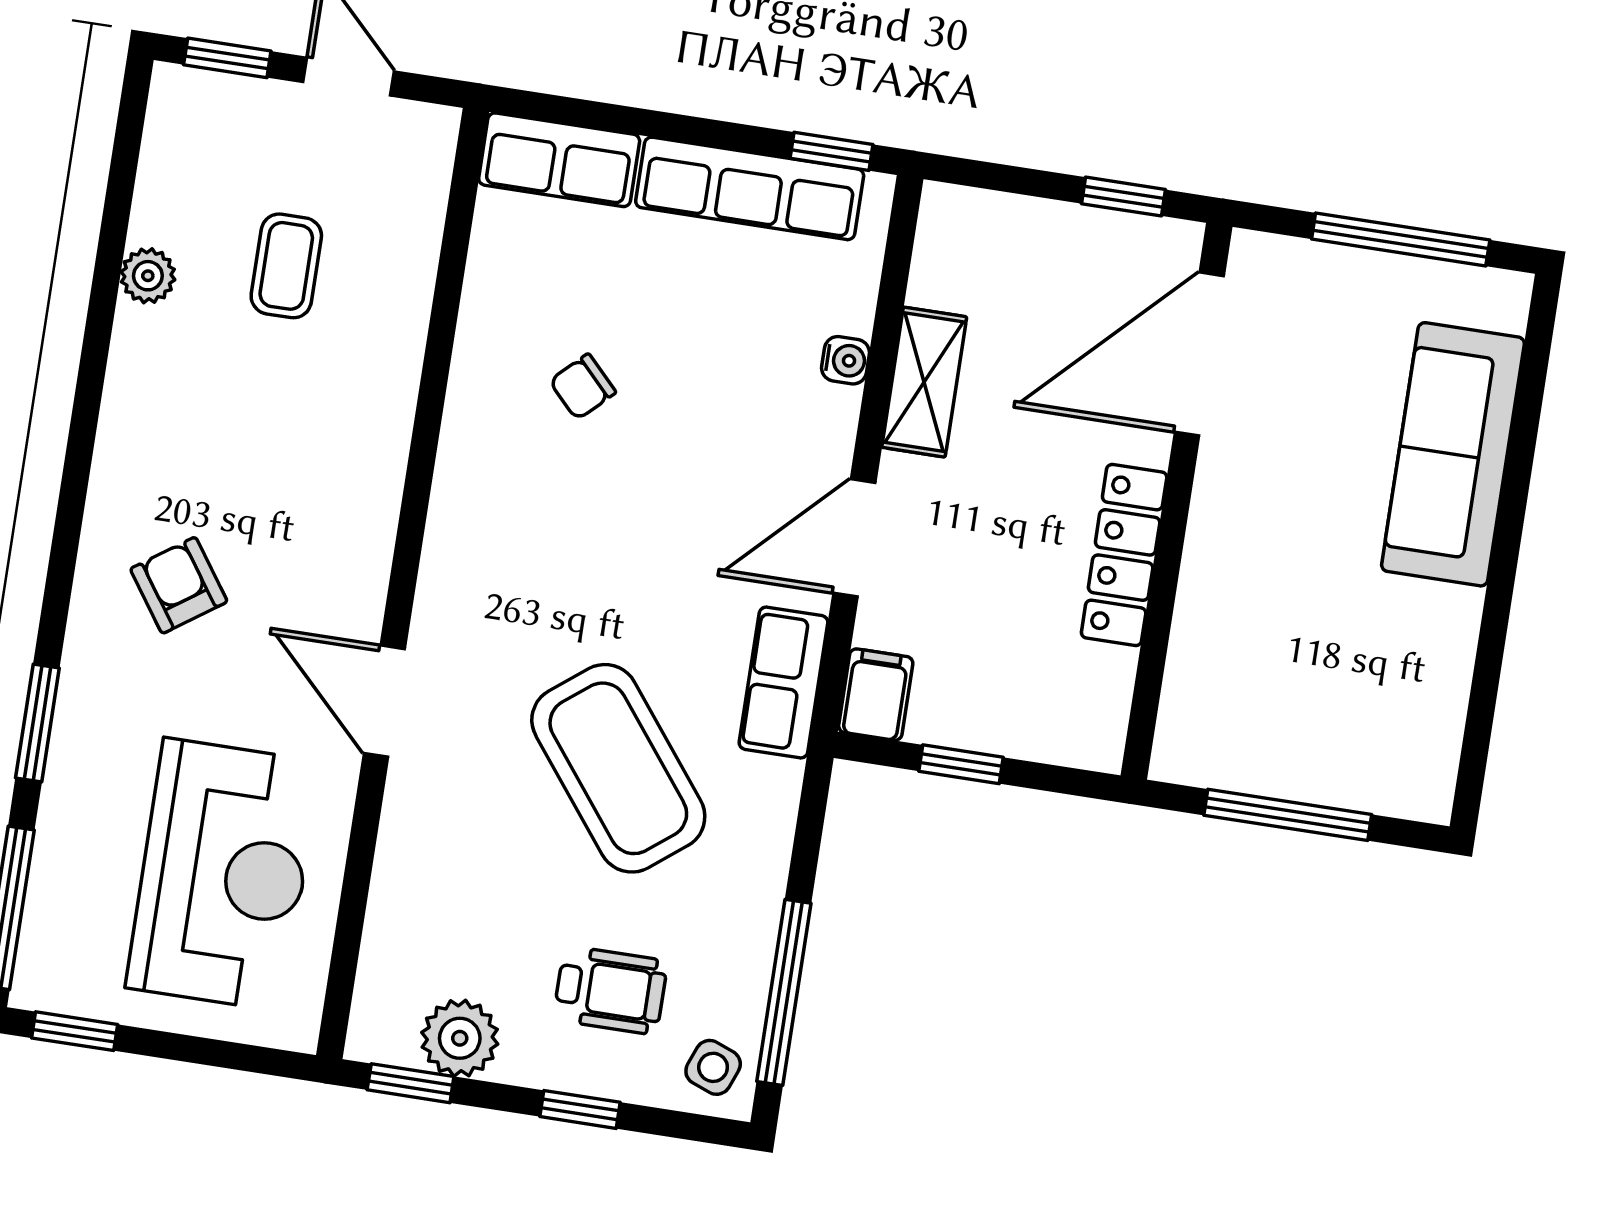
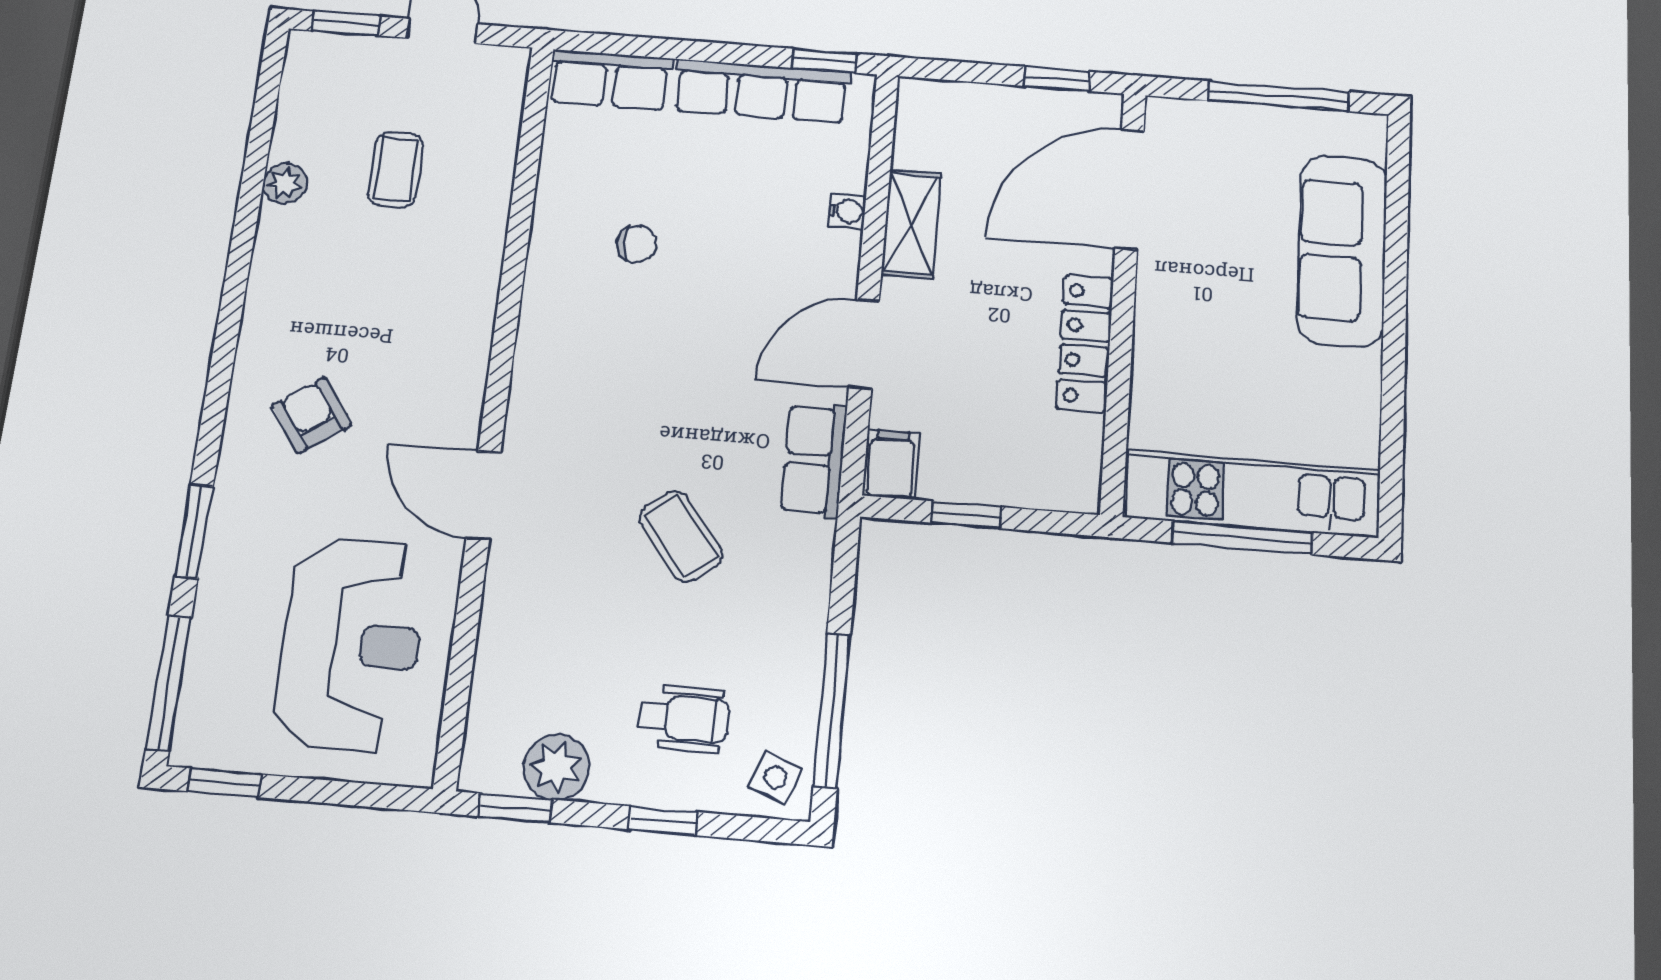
chair: (583, 387) -> (637, 244), turned -136
kitchen unit: (1307, 761) -> (1253, 494), added
coffee table: (618, 768) -> (681, 536), width x0.54, depth x0.58

